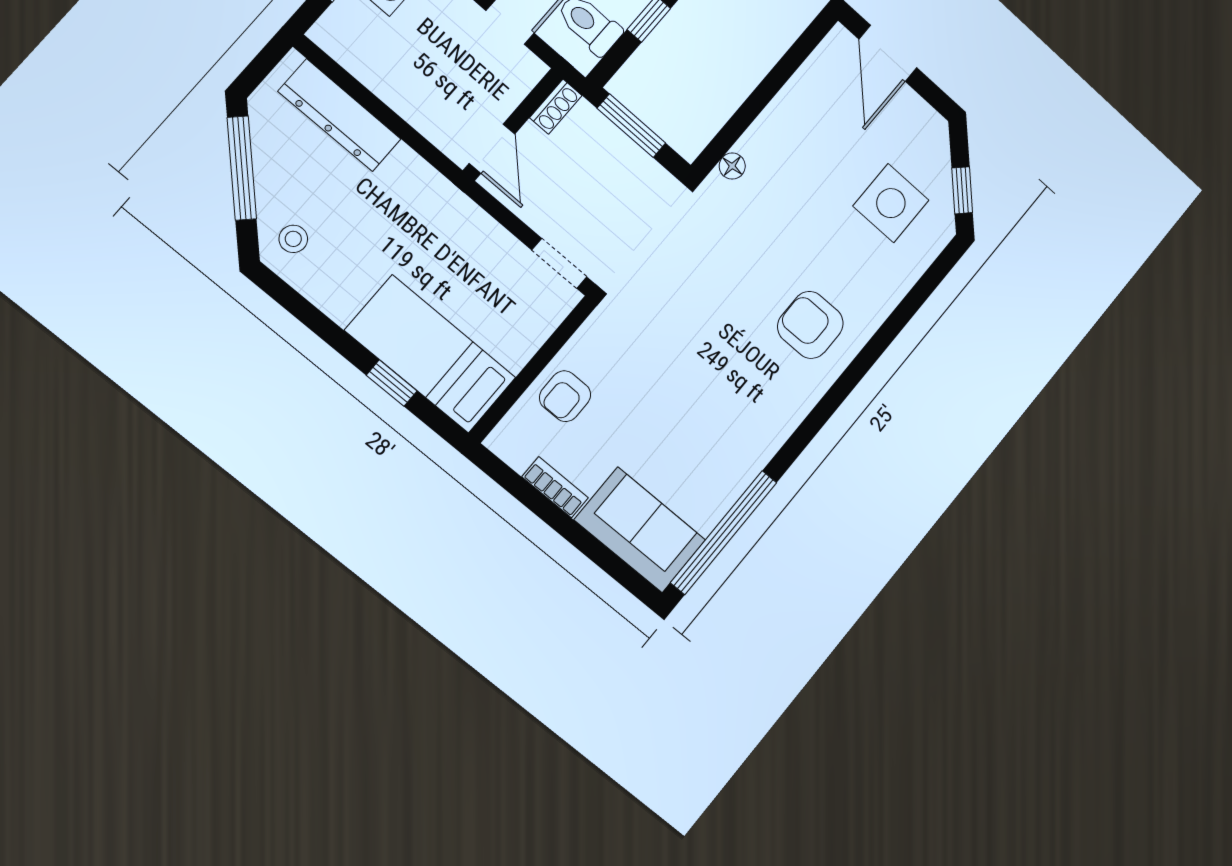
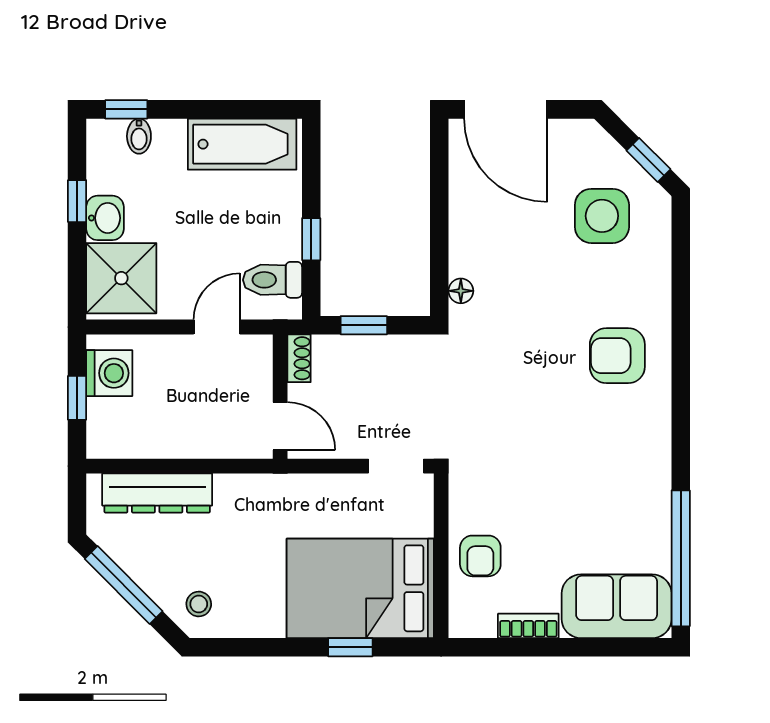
door: (888, 53) -> (506, 109), width x1.36
window: (631, 126) -> (364, 325), width x0.67
bed: (431, 354) -> (360, 588), width x1.50

